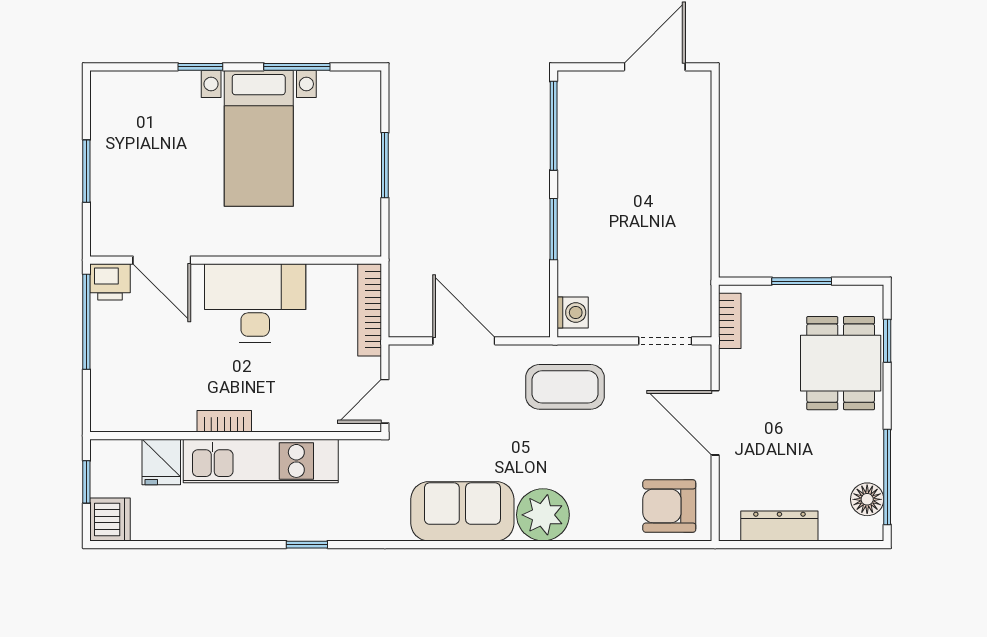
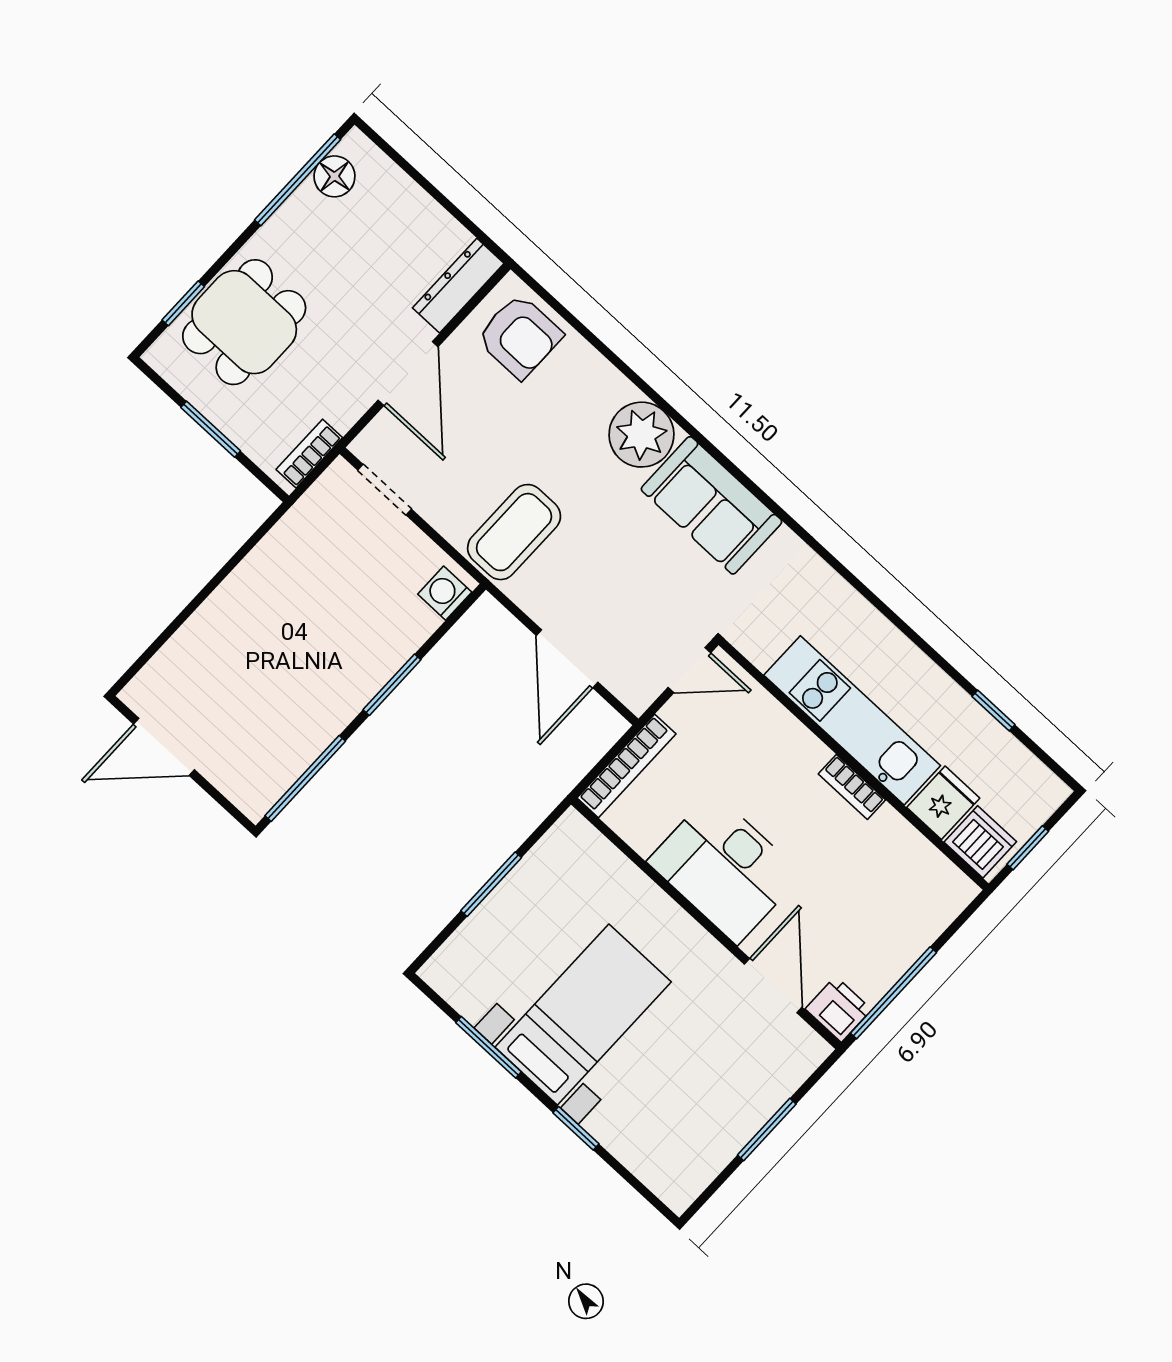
coffee table: (565, 387) -> (514, 532), turned 90
dishwasher: (110, 520) -> (980, 842), moved, turned 90
dresser: (779, 526) -> (458, 286), moved, turned 90
window: (307, 545) -> (993, 710), moved

